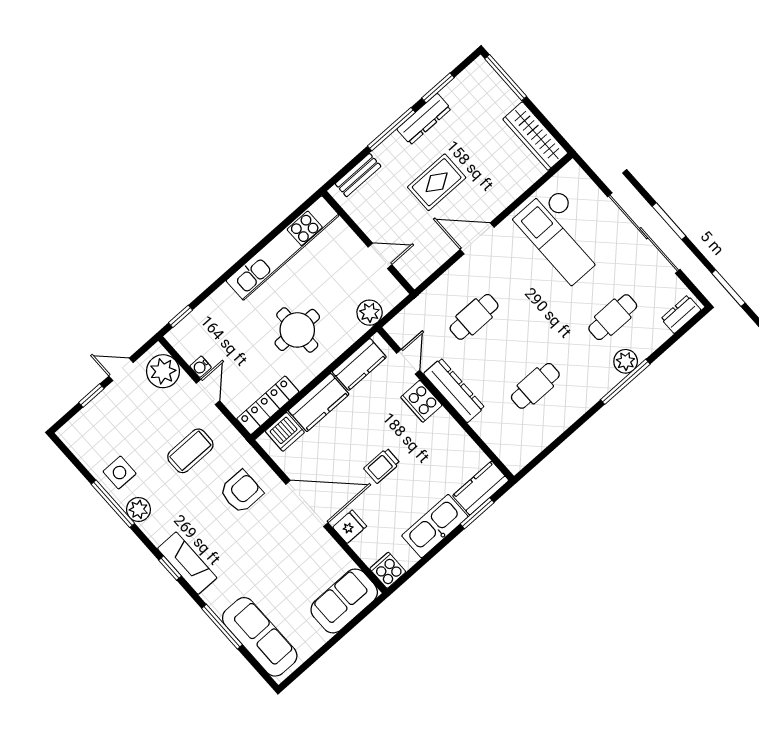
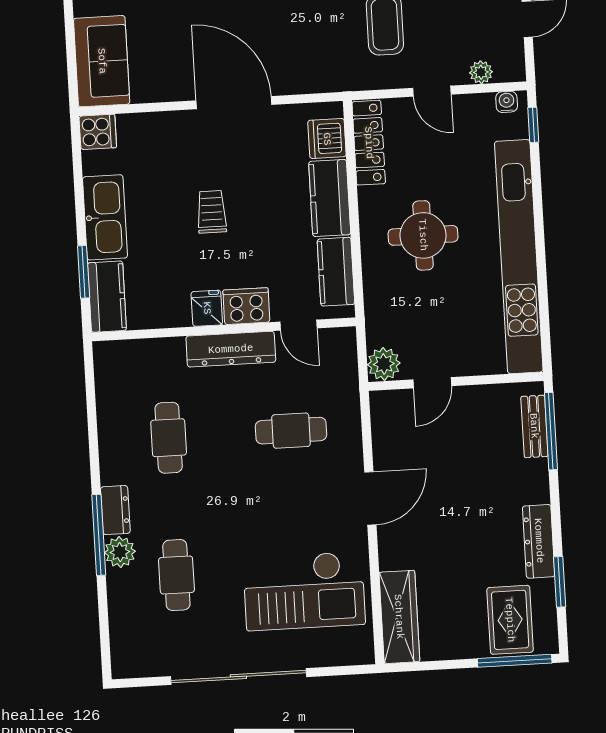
window: (391, 129) -> (551, 431), moved
wardrobe: (535, 136) -> (399, 617), moved, turned 90
rug: (437, 182) -> (510, 620), moved
checkout: (563, 234) -> (304, 591), turned 180
kitchen unit: (283, 248) -> (519, 257), width x1.36
plant: (370, 313) -> (384, 364), moved
dresser: (681, 314) -> (115, 510), moved
cafe table: (474, 317) -> (291, 431), turned 90
water cooler: (201, 367) -> (507, 102), moved
plant: (163, 371) -> (481, 72), width x0.53, depth x0.53
armchair: (241, 492) -> (300, 44), removed
door: (307, 504) -> (234, 103), swing flipped
fridge: (350, 527) -> (207, 308), moved, turned 180

